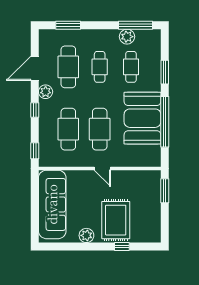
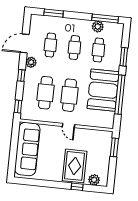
cafe table: (68, 67) -> (50, 45), width x0.73, depth x0.74
plant: (86, 235) -> (94, 180), moved

